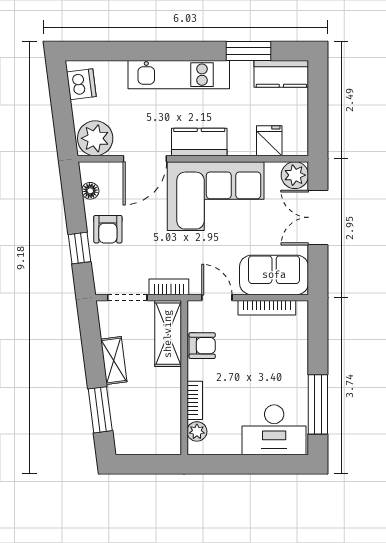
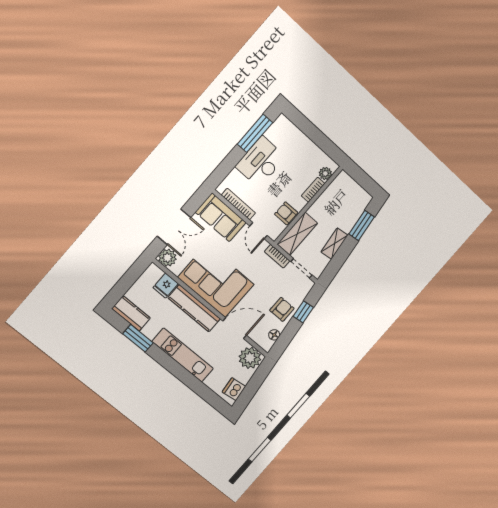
kitchen counter: (199, 142) -> (194, 308), width x1.50
desk: (274, 430) -> (261, 162), moved, turned -90

